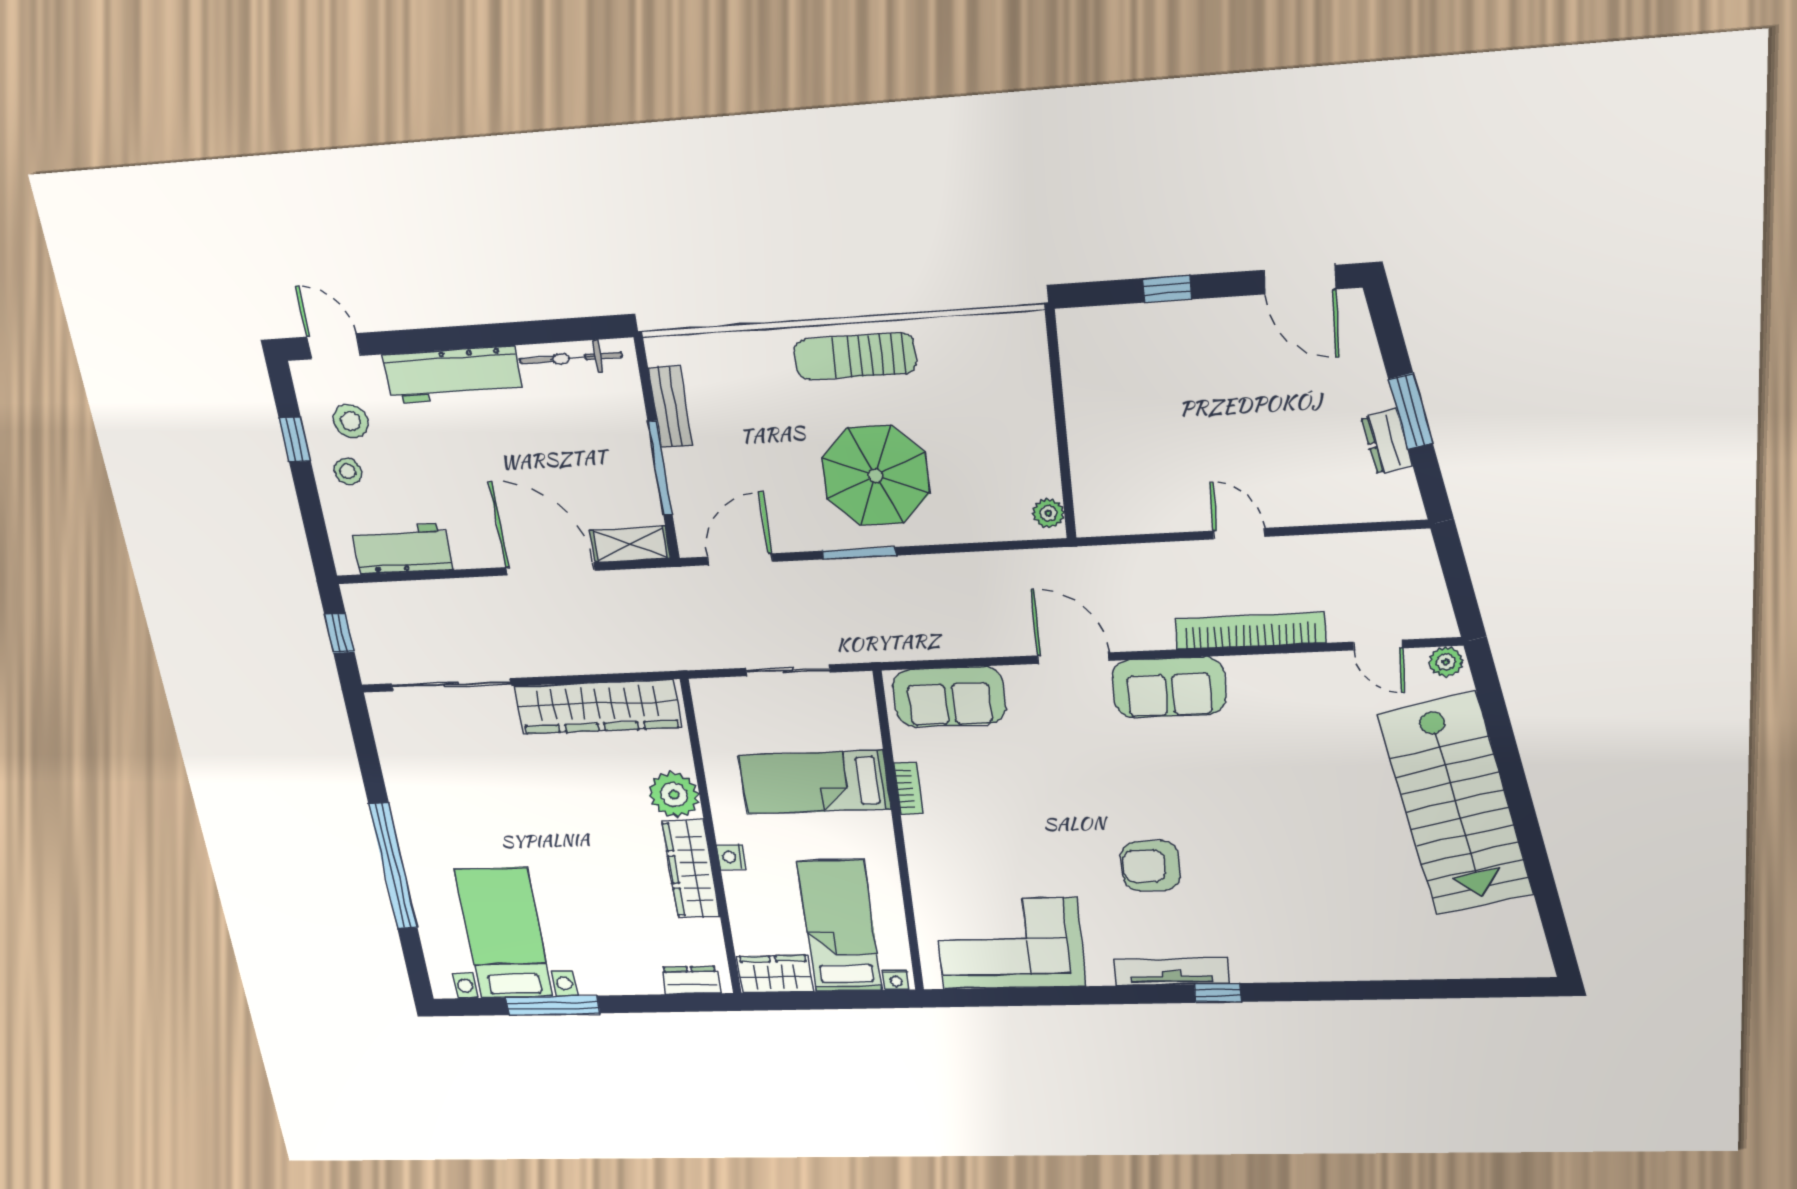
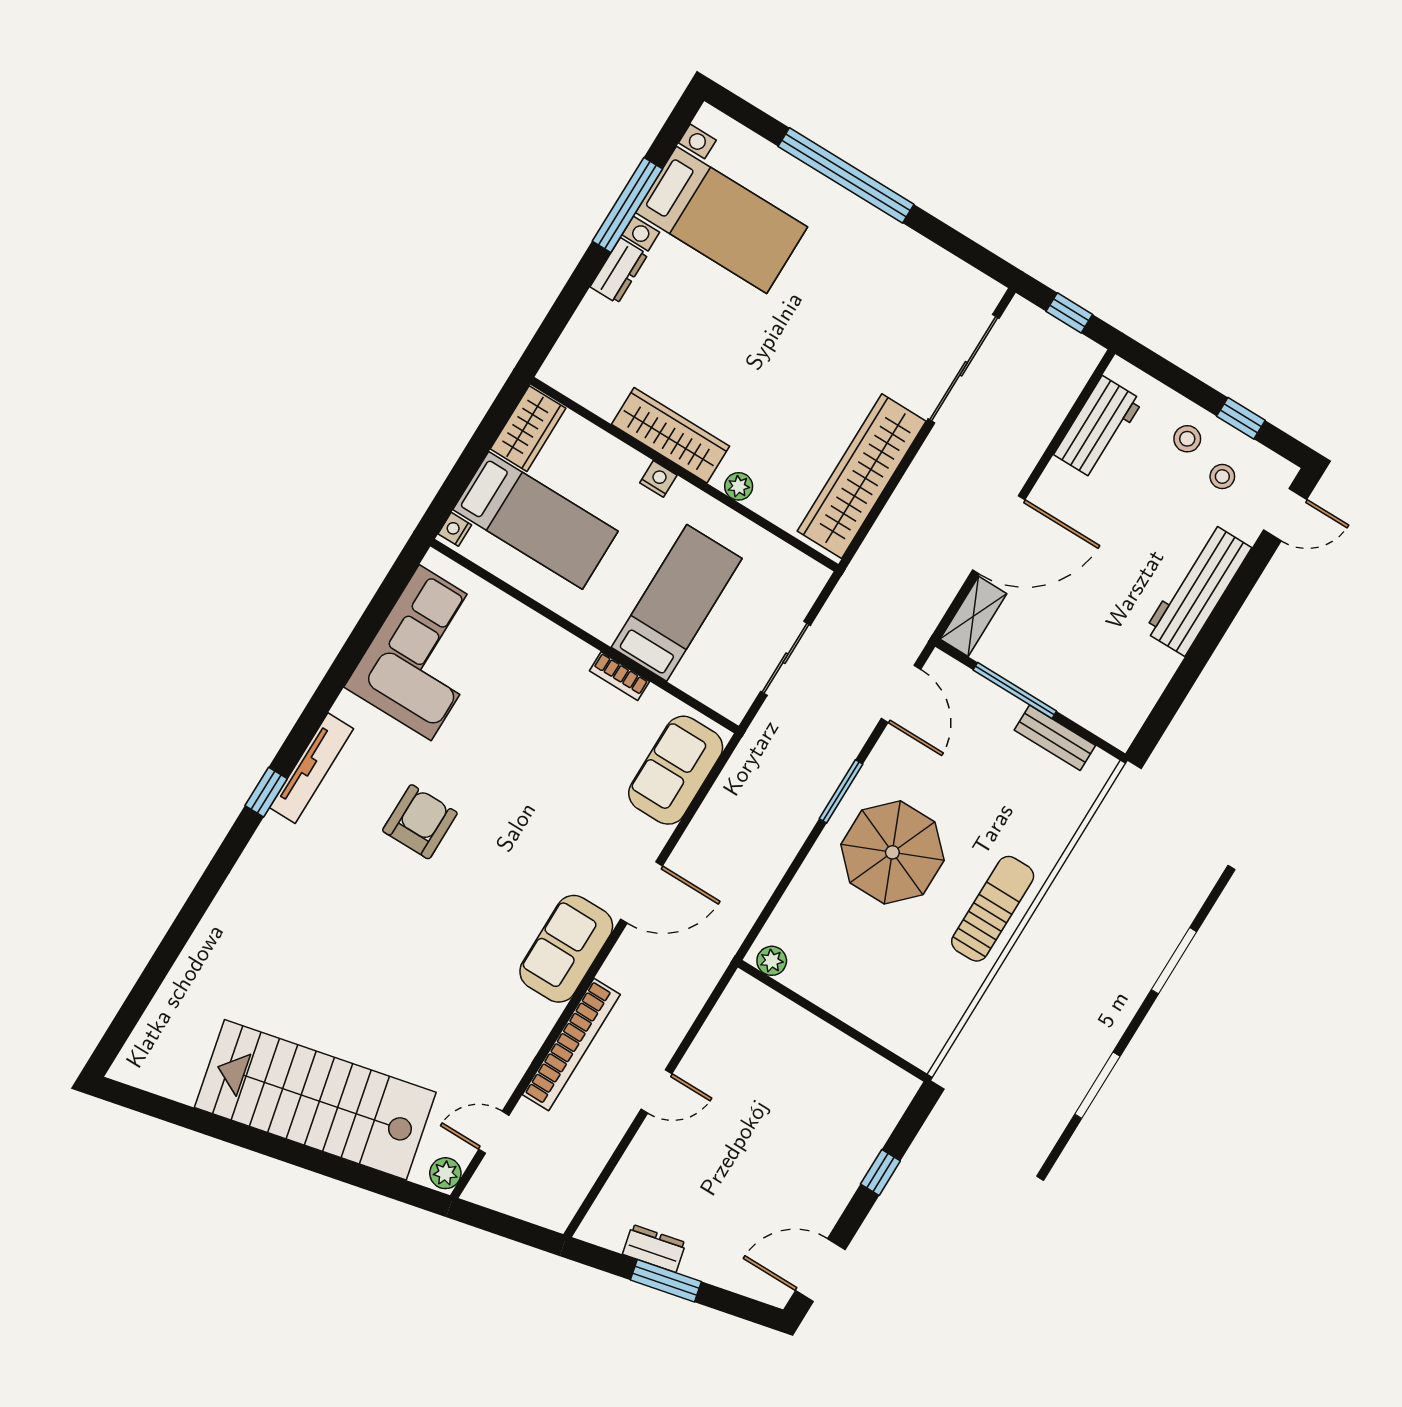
bicycle: (571, 358) -> (1145, 692), removed
stool: (351, 421) -> (1222, 477), width x0.73, depth x0.73
plant: (674, 795) -> (739, 486), width x0.53, depth x0.53
dresser: (691, 980) -> (619, 271), moved

